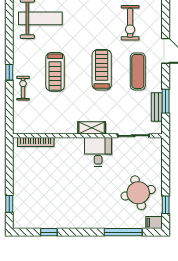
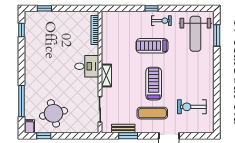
treadmill: (102, 70) -> (154, 84), turned -90
exercise bike: (23, 88) -> (161, 21), moved
desk: (98, 152) -> (87, 66), moved
window: (49, 232) -> (21, 30), moved

